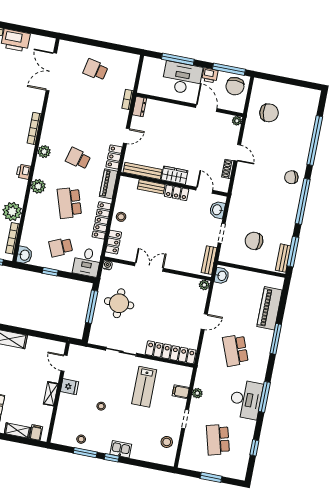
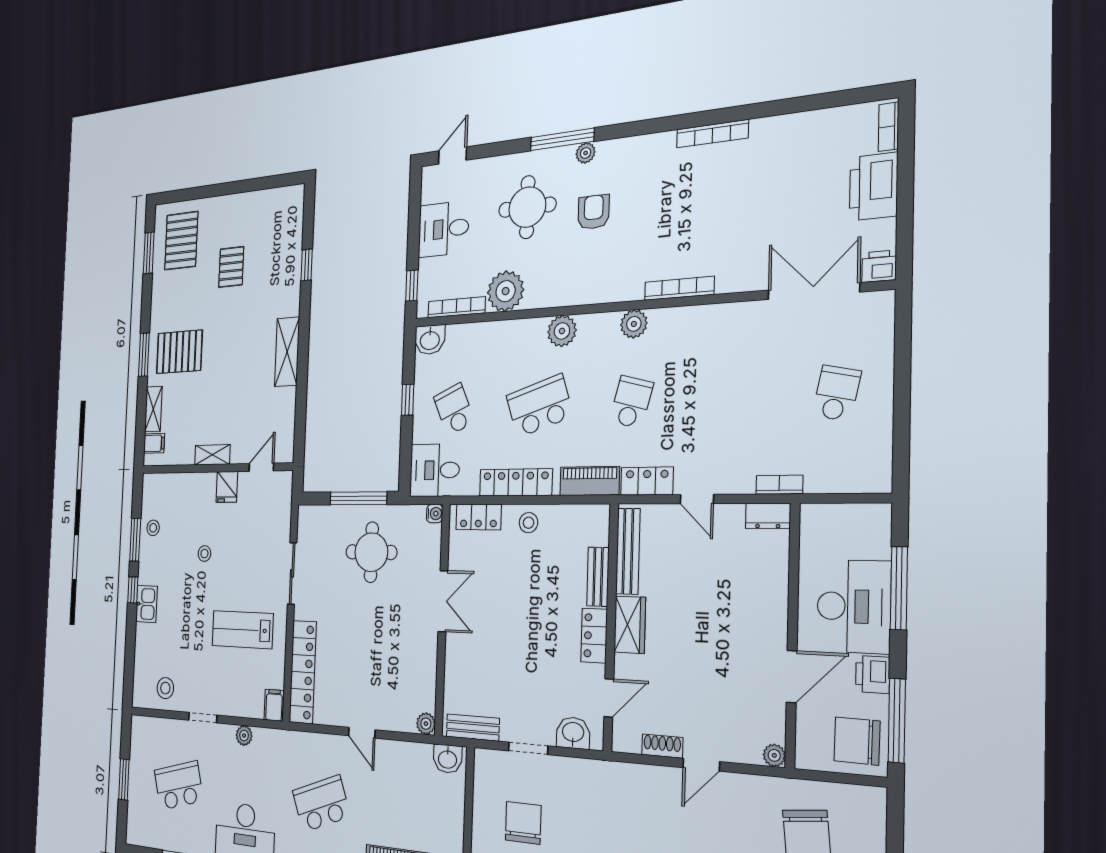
printer: (24, 172) -> (879, 266), moved
filing cabinet: (181, 392) -> (274, 705), moved

